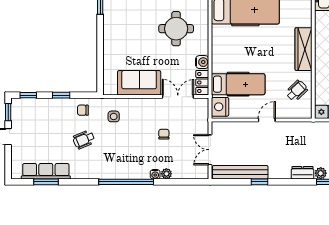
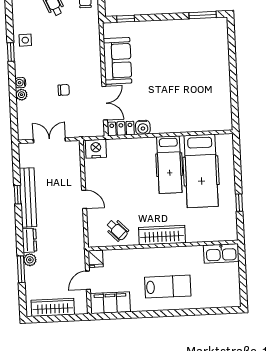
round table: (176, 29) -> (177, 98), removed
window: (100, 73) -> (126, 19), added
hospital bed: (238, 84) -> (169, 165), moved
side table: (114, 116) -> (25, 40), moved
bench: (240, 172) -> (28, 197), moved
window: (126, 182) -> (11, 52), width x0.32

